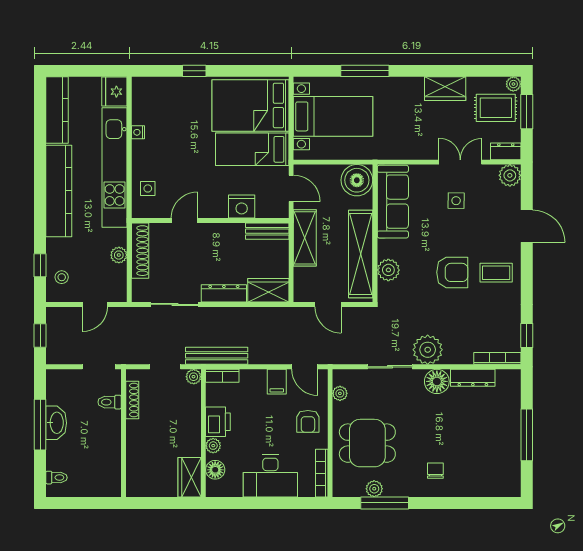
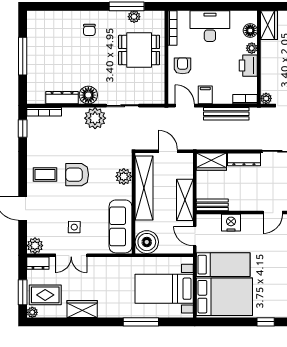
bench: (217, 356) -> (226, 114), moved
plant: (340, 393) -> (159, 86), removed

